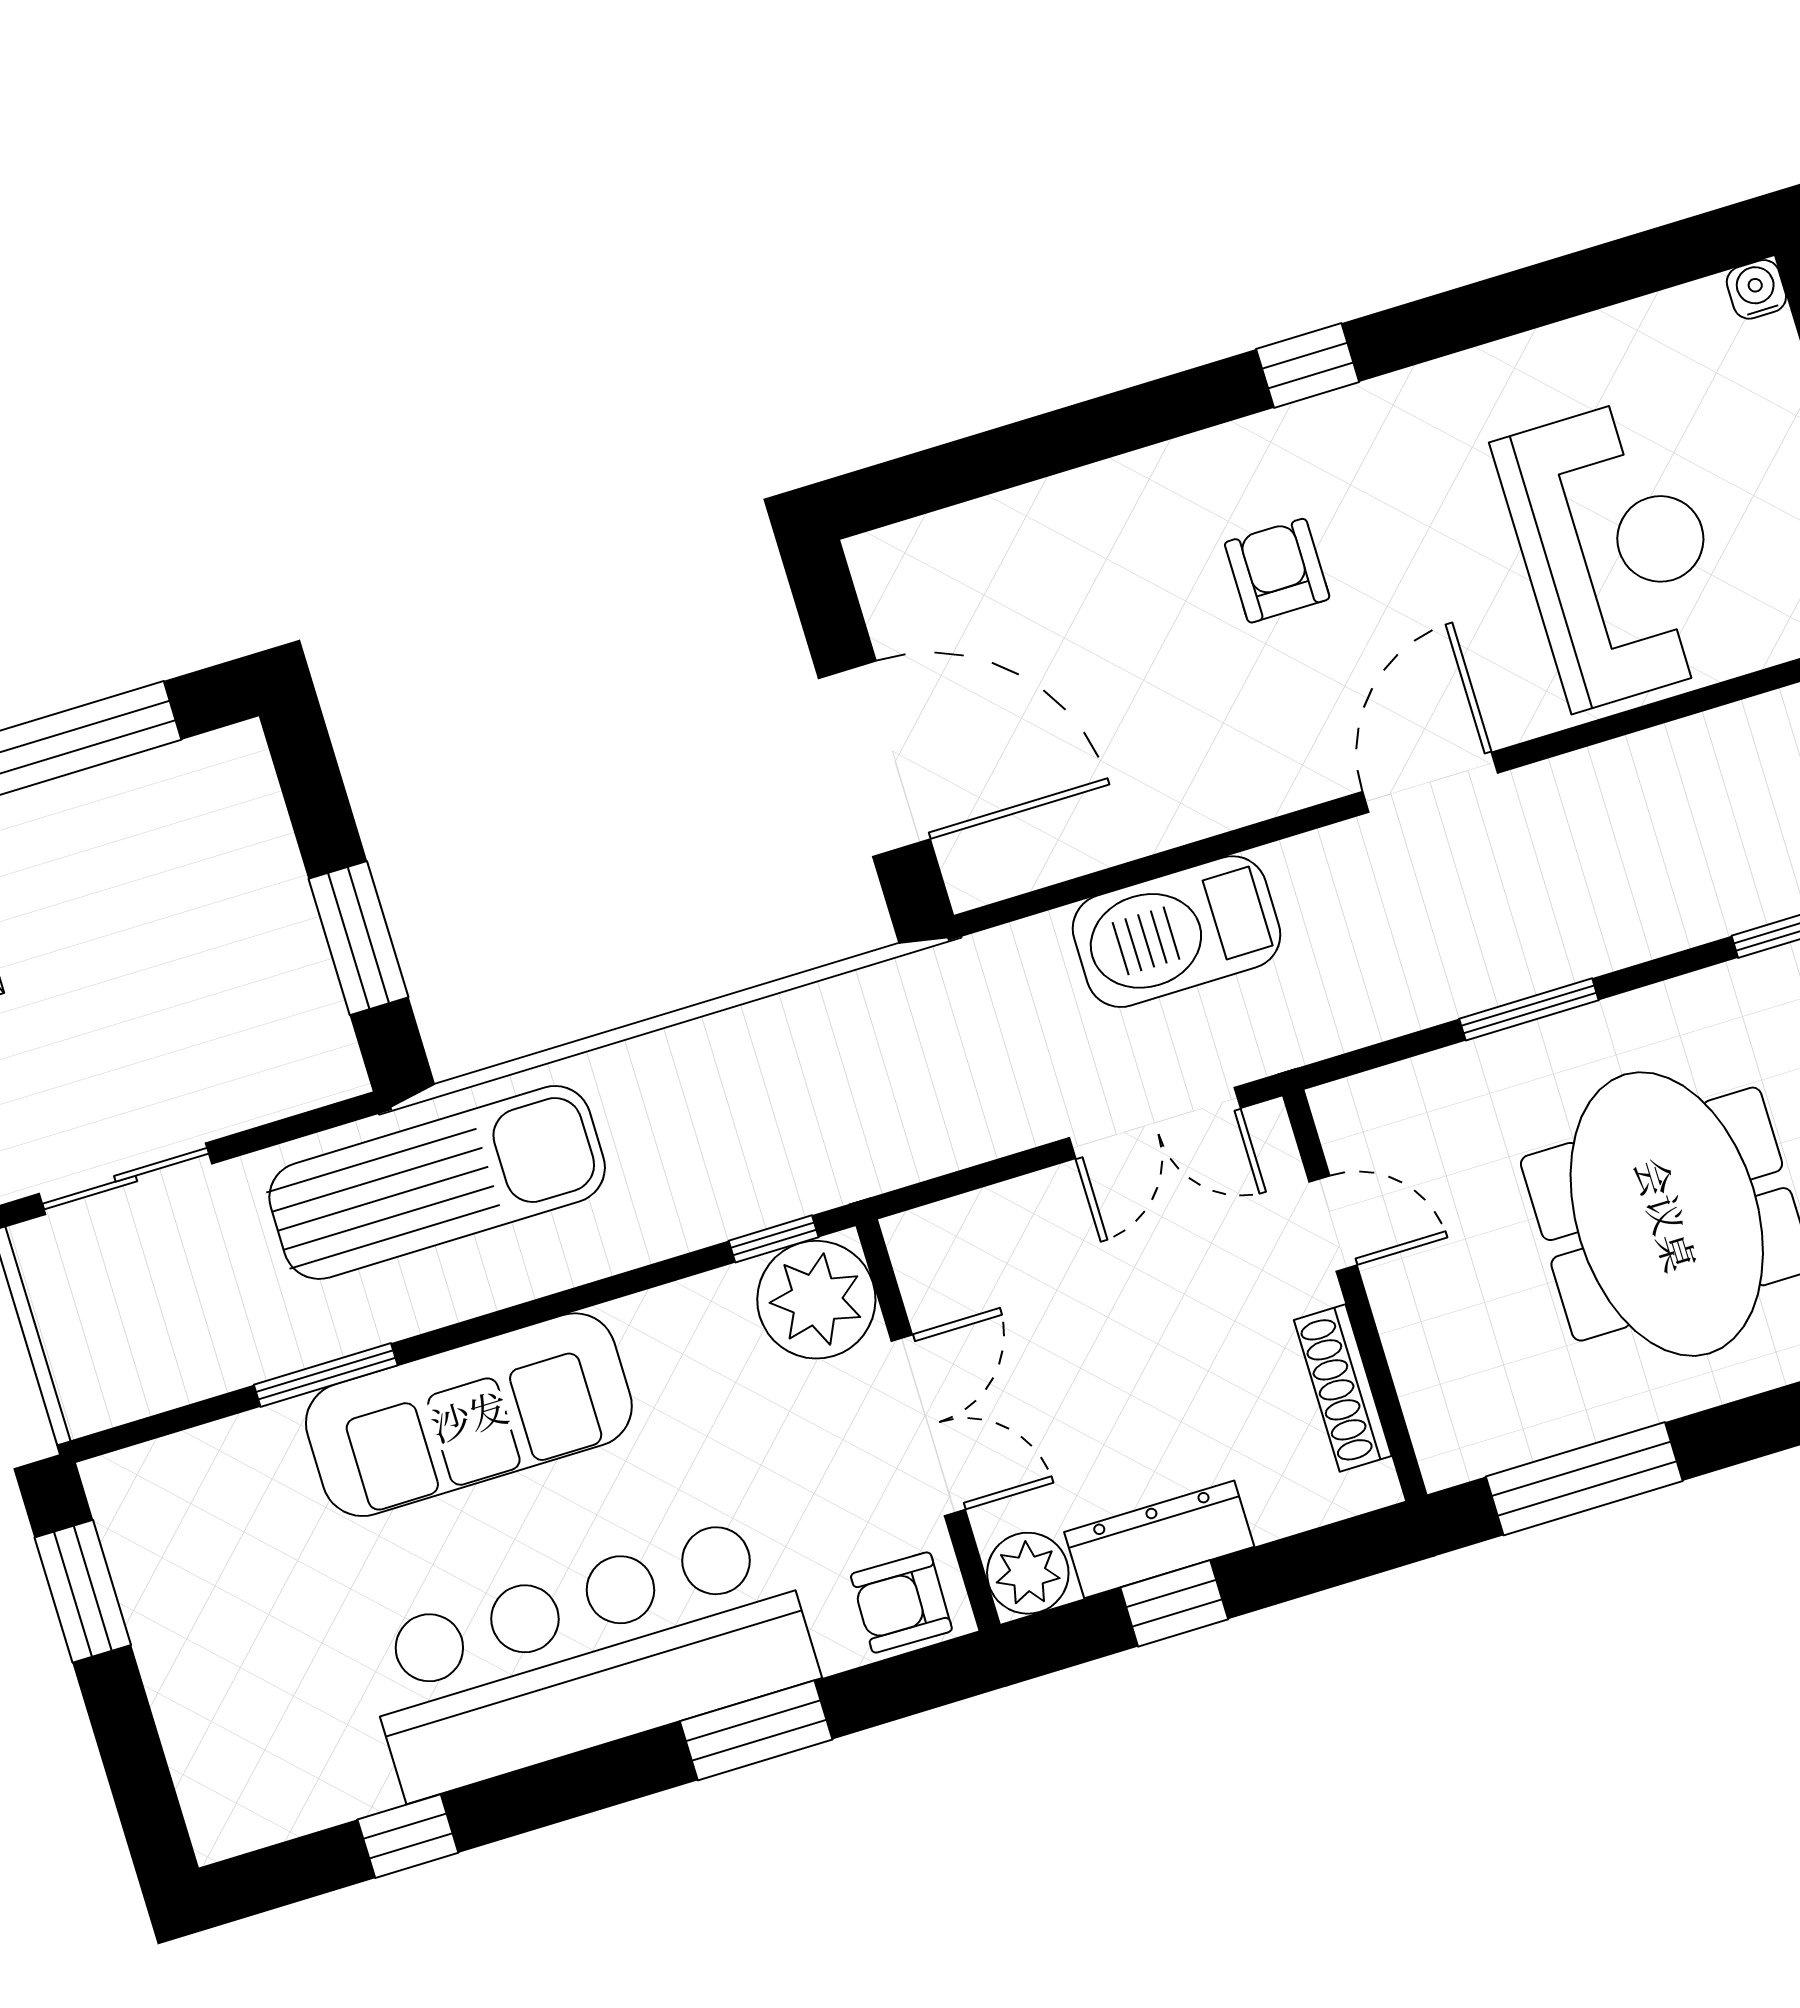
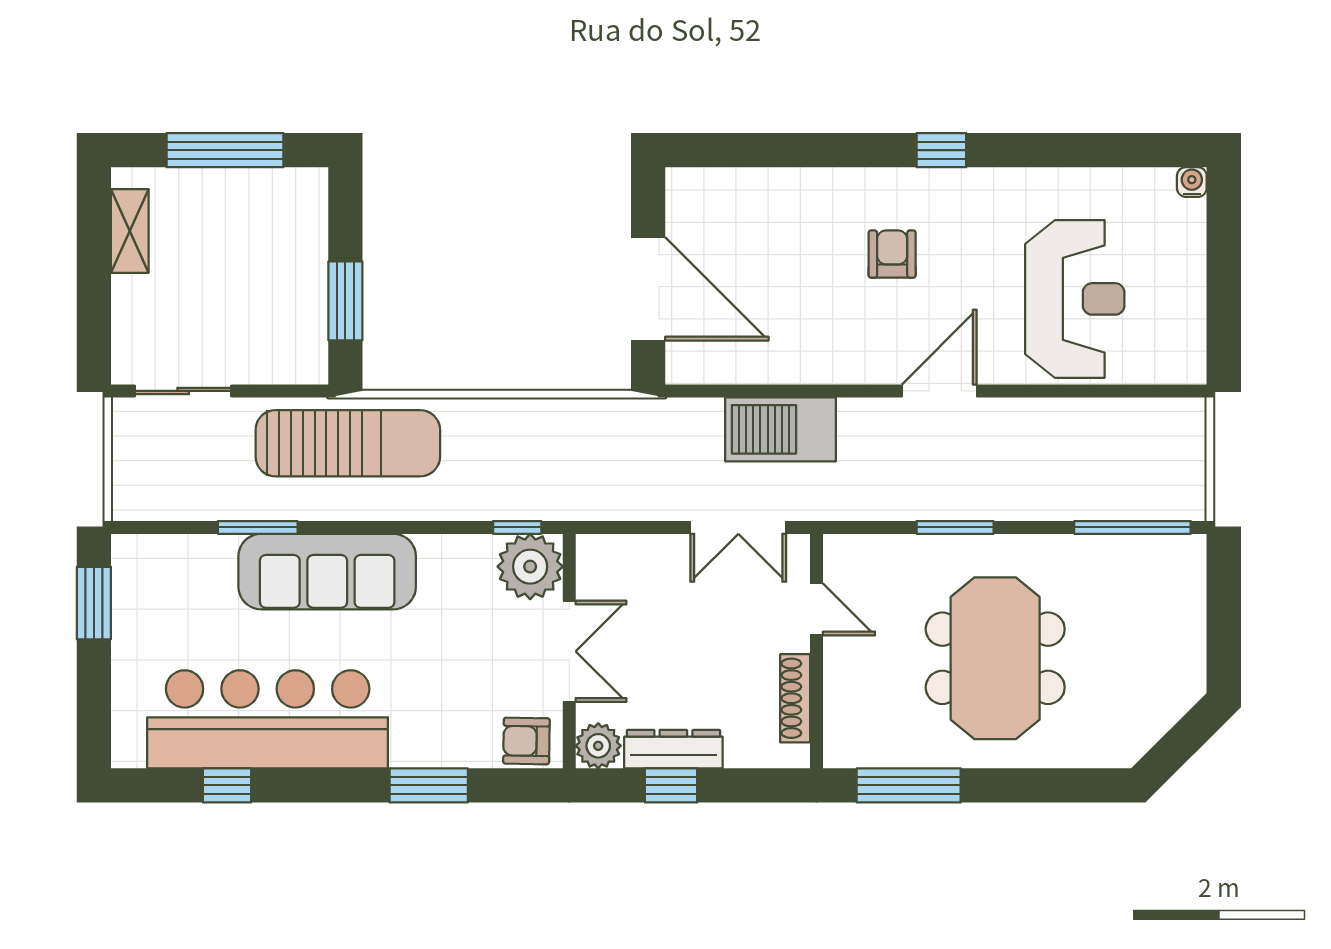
bar counter: (589, 1657) -> (268, 719), moved

